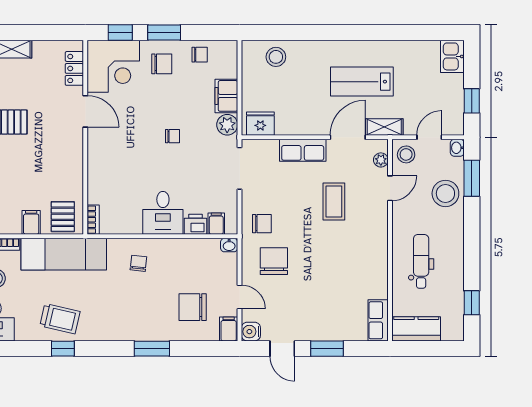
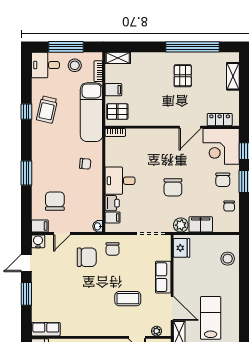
chair: (173, 136) -> (173, 187), width x1.87, depth x1.87

